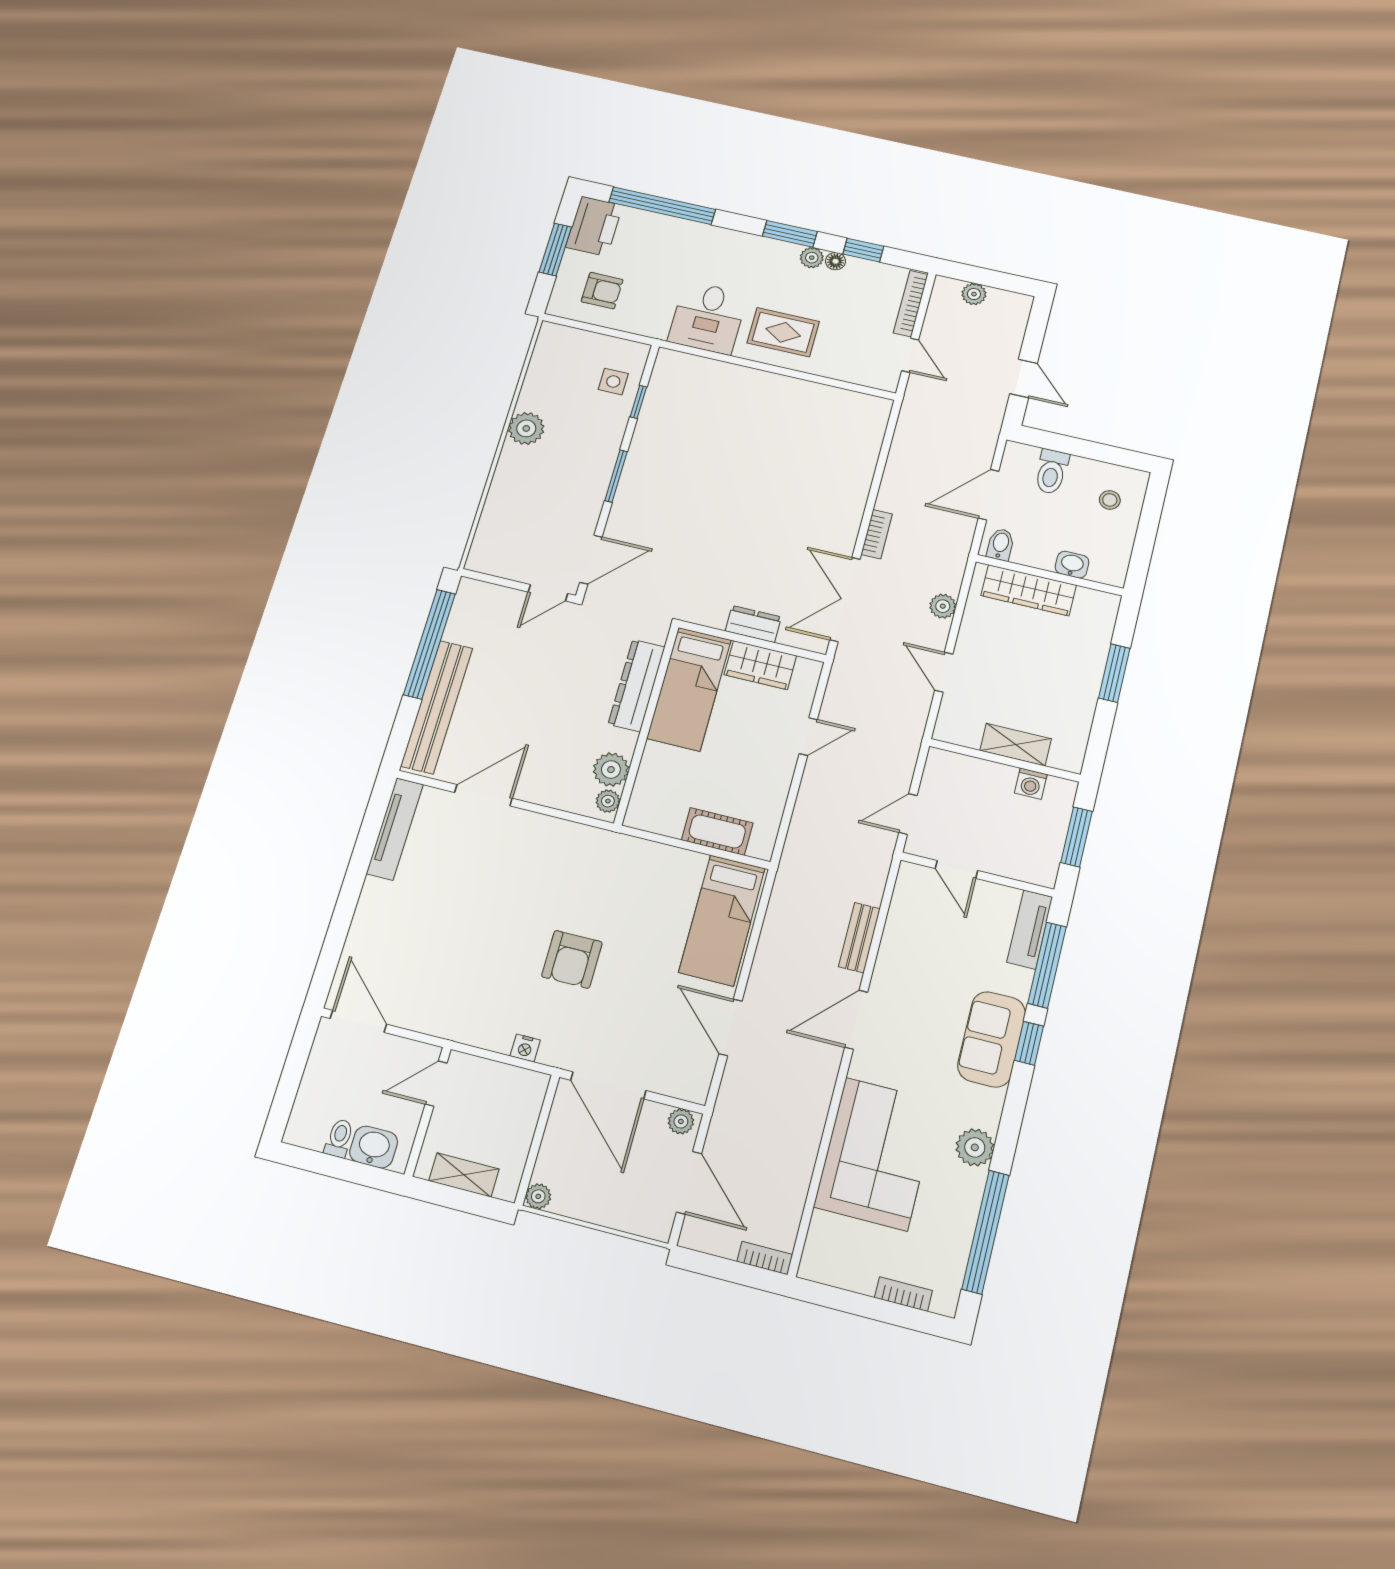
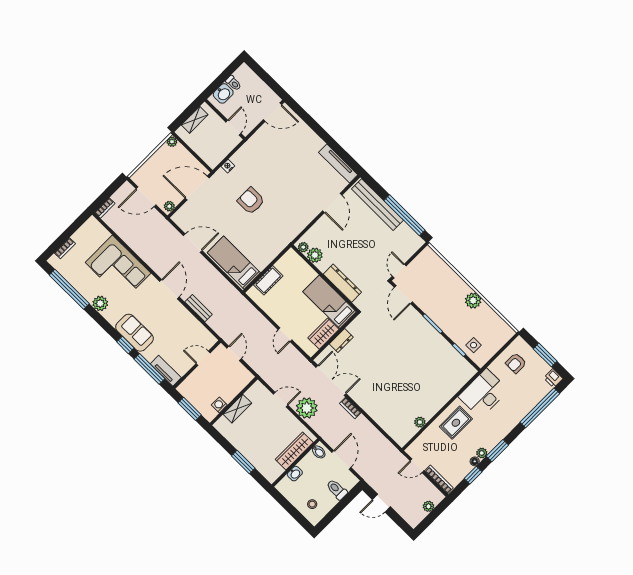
printer: (594, 226) -> (553, 378), width x0.53, depth x0.68
desk: (708, 318) -> (483, 393), width x1.37
plant: (823, 395) -> (420, 422), added
plant: (943, 606) -> (307, 408), width x1.88, depth x1.88

